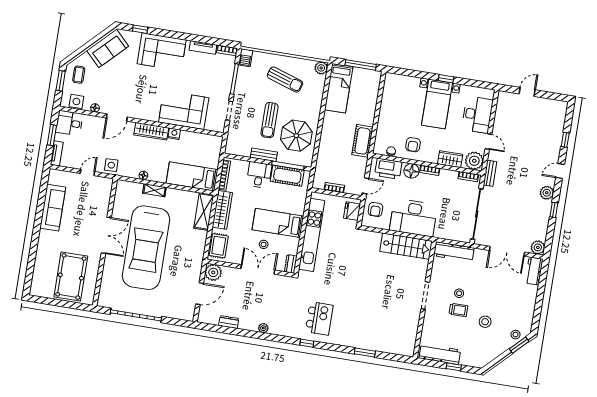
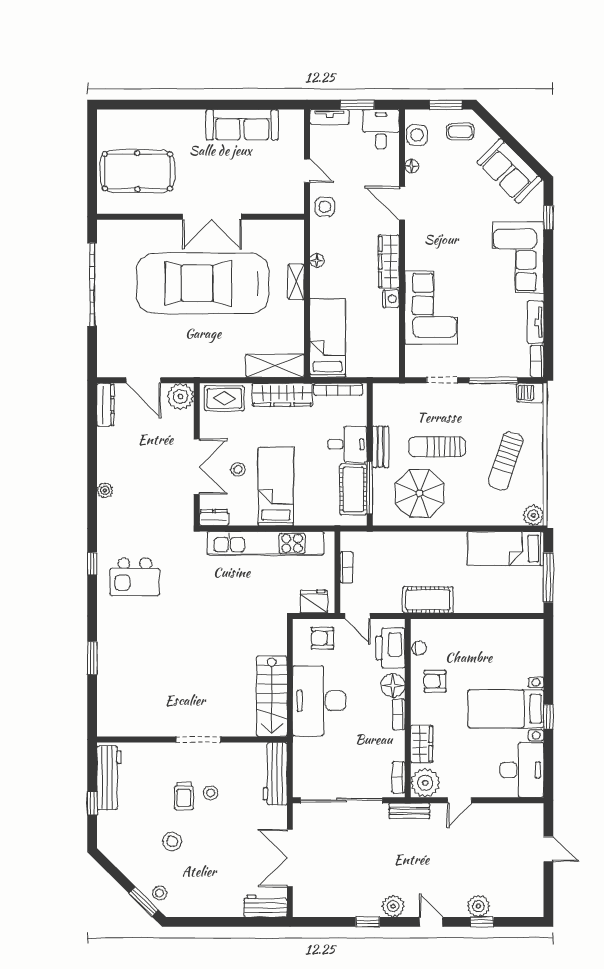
desk: (477, 115) -> (522, 770), moved, turned -90
plant: (538, 247) -> (478, 906), moved
dresser: (229, 322) -> (105, 405), moved, width x1.44

